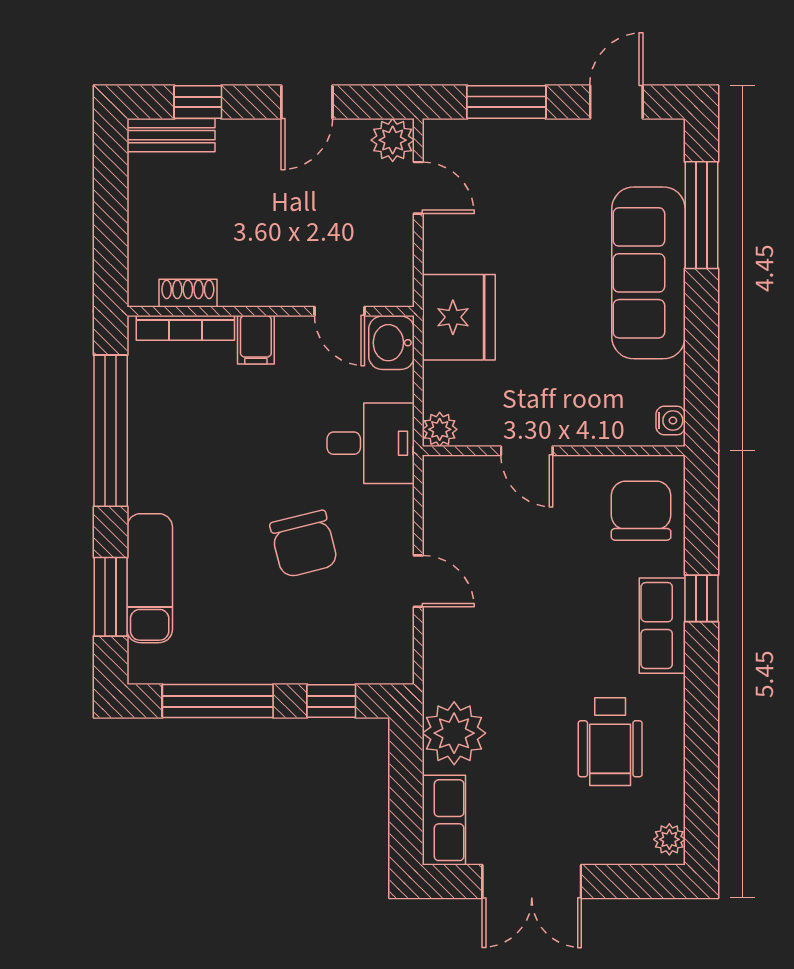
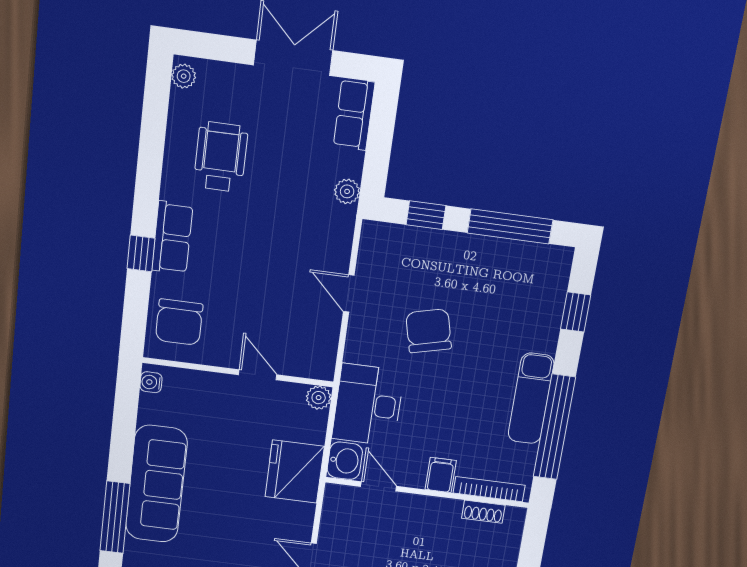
desk: (371, 443) -> (368, 405), width x1.37
exam couch: (150, 578) -> (531, 398), moved
window: (111, 597) -> (576, 312), width x0.67
plant: (454, 733) -> (347, 191), width x0.53, depth x0.53

